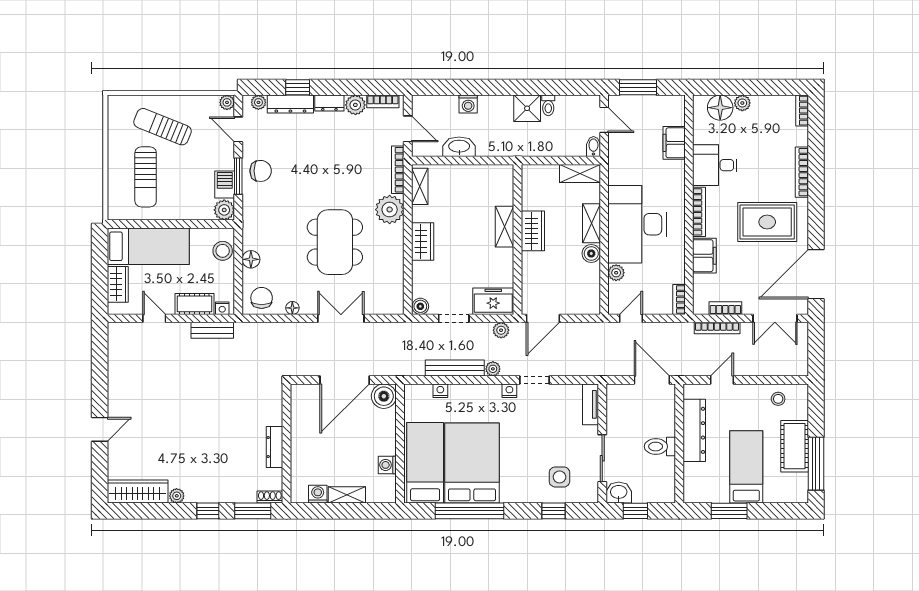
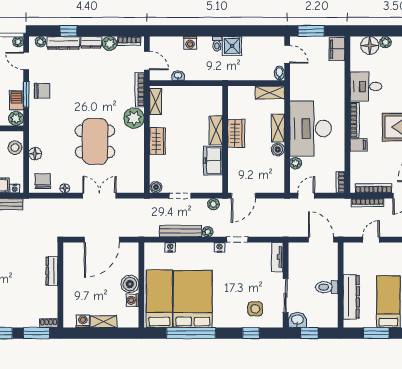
toilet: (548, 105) -> (217, 44), moved
filing cabinet: (674, 143) -> (337, 49), moved
washbasin: (459, 147) -> (178, 76), width x0.52, depth x0.69
filing cabinet: (704, 256) -> (359, 145), width x0.50
freezer: (493, 301) -> (213, 161), moved, turned -90
bookcase: (725, 308) -> (373, 188), width x1.56
boiler: (384, 396) -> (130, 284), moved
dresser: (694, 430) -> (351, 297), moved
dresser: (274, 447) -> (52, 271), moved

